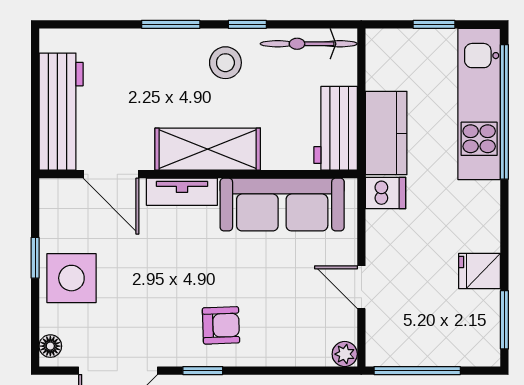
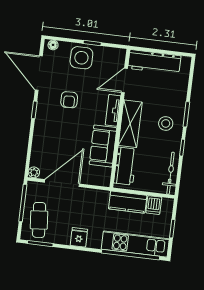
stool: (225, 63) -> (166, 123), moved
workbench: (336, 128) -> (125, 166), moved, turned 90
dishwasher: (385, 193) -> (154, 205), moved
sofa: (282, 205) -> (103, 146), width x0.73
fridge: (480, 271) -> (79, 237), moved
door: (361, 287) -> (62, 183), width x1.88
armchair: (221, 325) -> (69, 100), moved
cafe table: (451, 329) -> (39, 220), added

